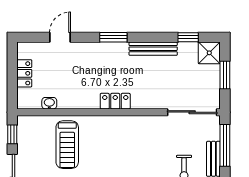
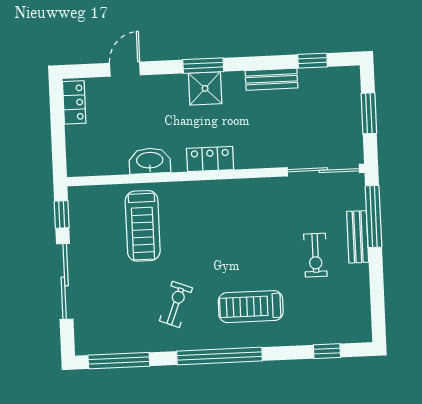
bench: (153, 49) -> (271, 79), width x0.73
shower: (209, 53) -> (205, 88), moved
locker: (24, 73) -> (74, 102), moved
washbasin: (49, 103) -> (150, 161), moved, width x1.91, depth x1.45

